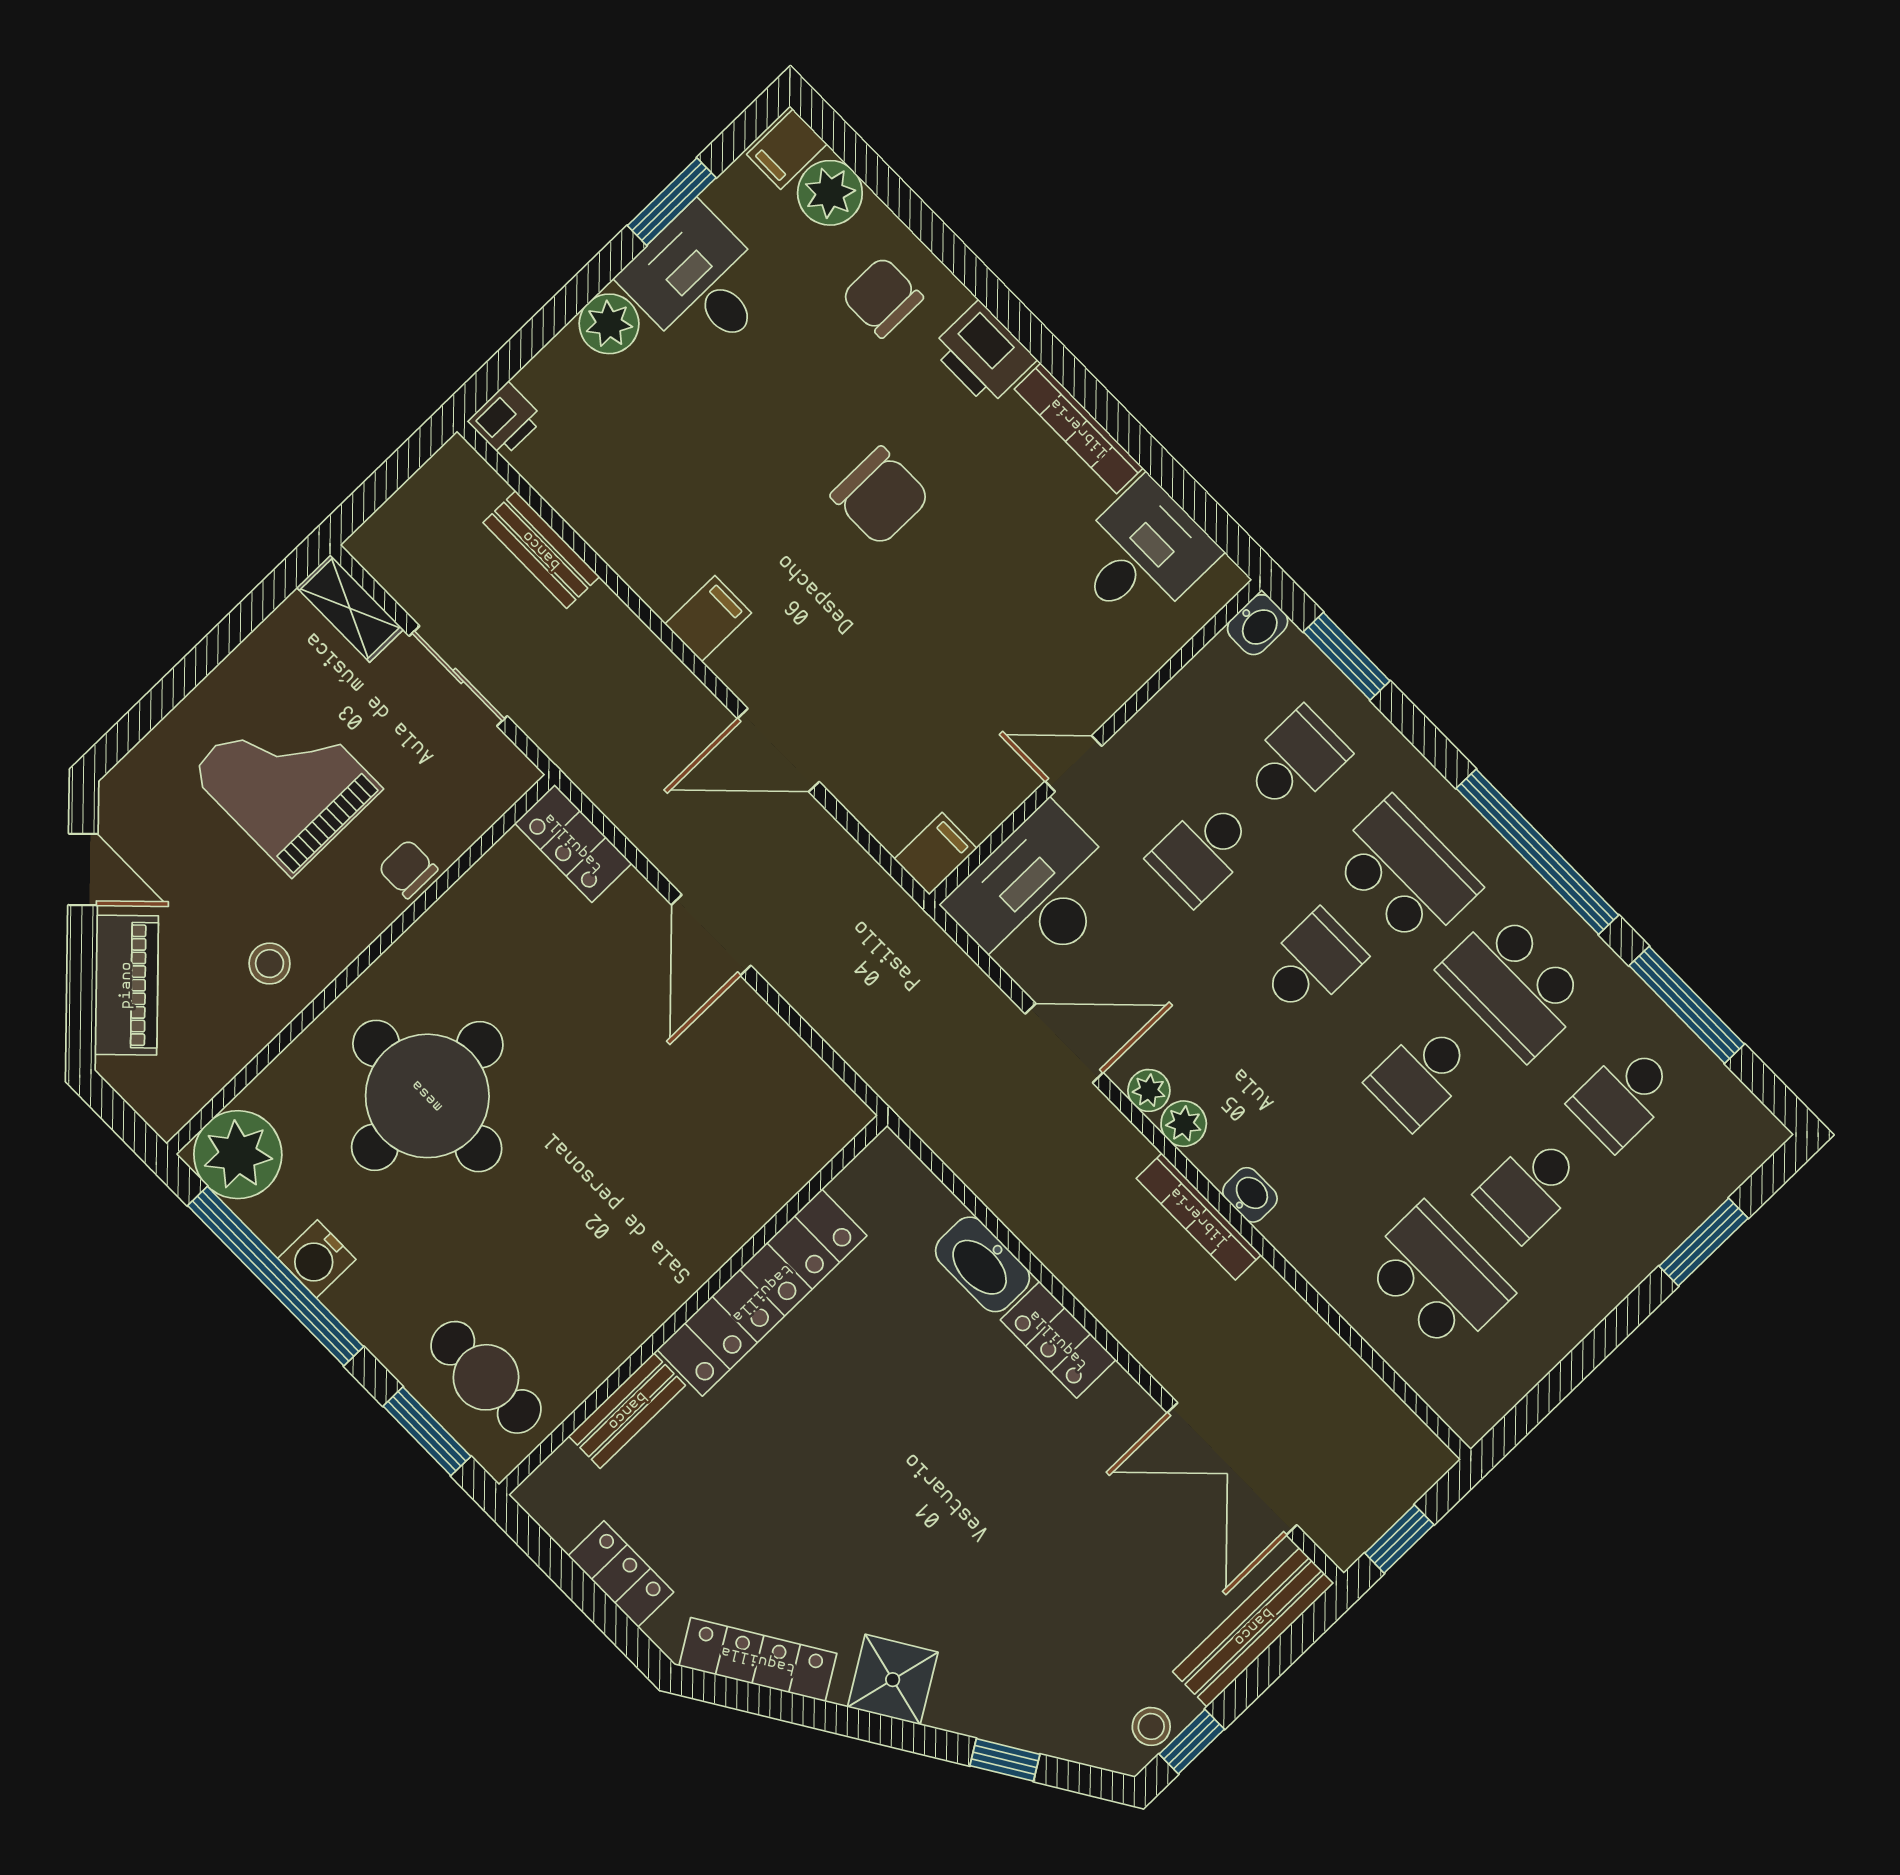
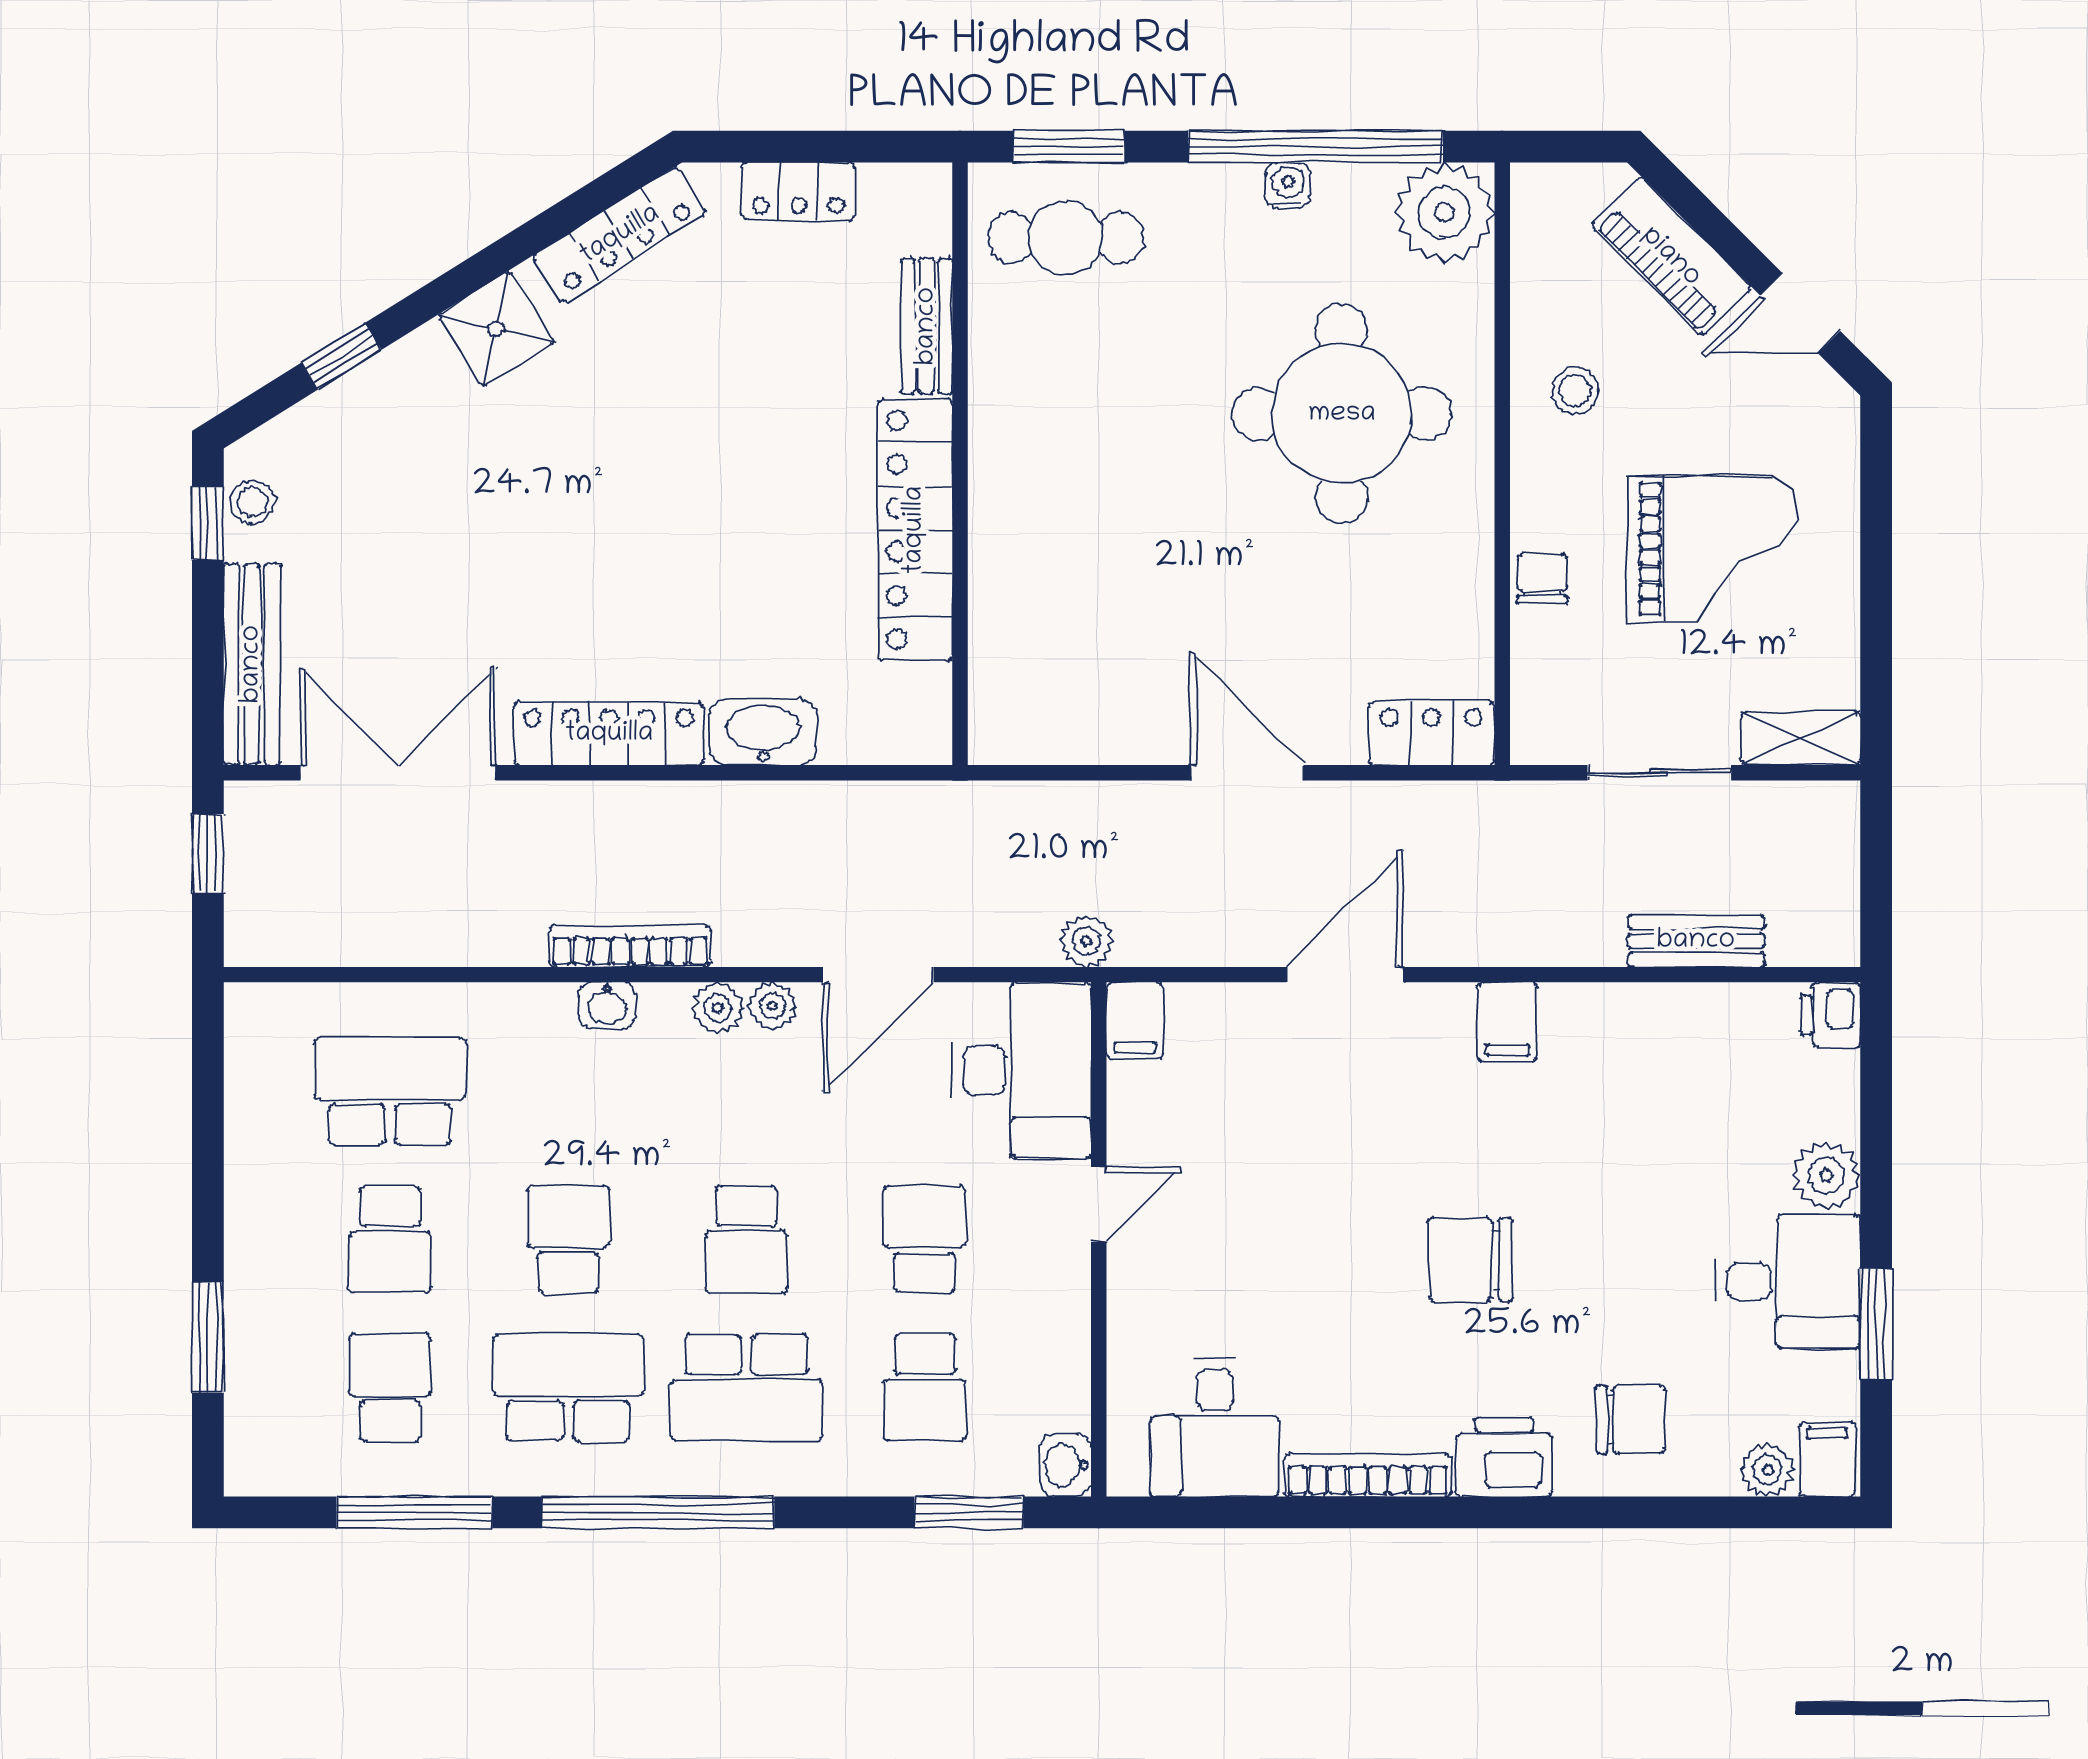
plant: (830, 193) -> (1768, 1470), width x0.73, depth x0.73
chair: (408, 869) -> (1542, 578), turned -90
plant: (915, 933) -> (1086, 941), added
school desk: (1530, 1188) -> (390, 1239), turned 180
water cooler: (317, 1259) -> (1288, 185), width x0.72, depth x0.72
school desk: (1437, 1279) -> (390, 1091), turned 180
locker: (1058, 1340) -> (609, 734), width x1.53

